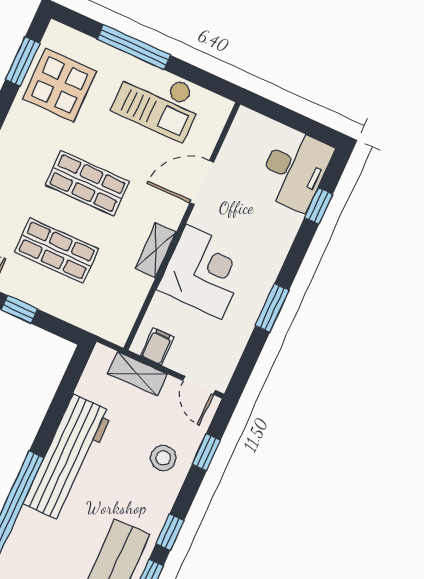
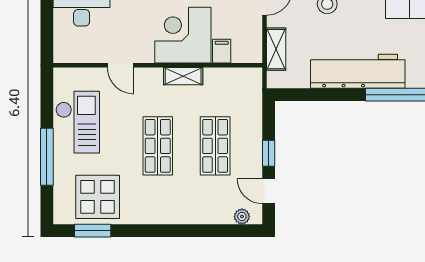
door: (202, 182) -> (120, 65), width x0.73
filing cabinet: (157, 346) -> (222, 51), moved, turned 90

